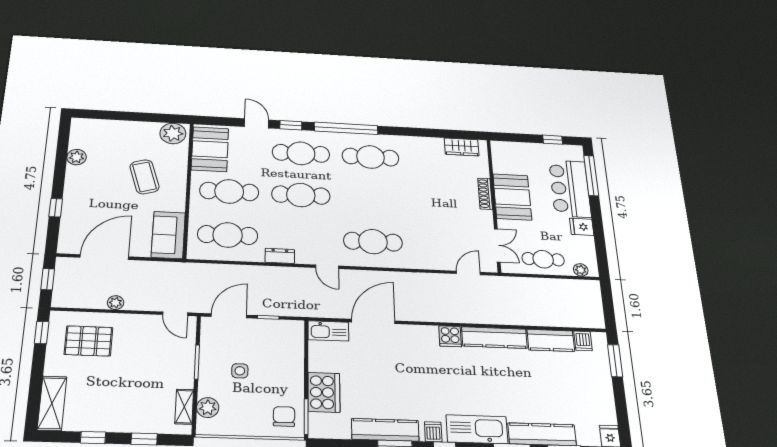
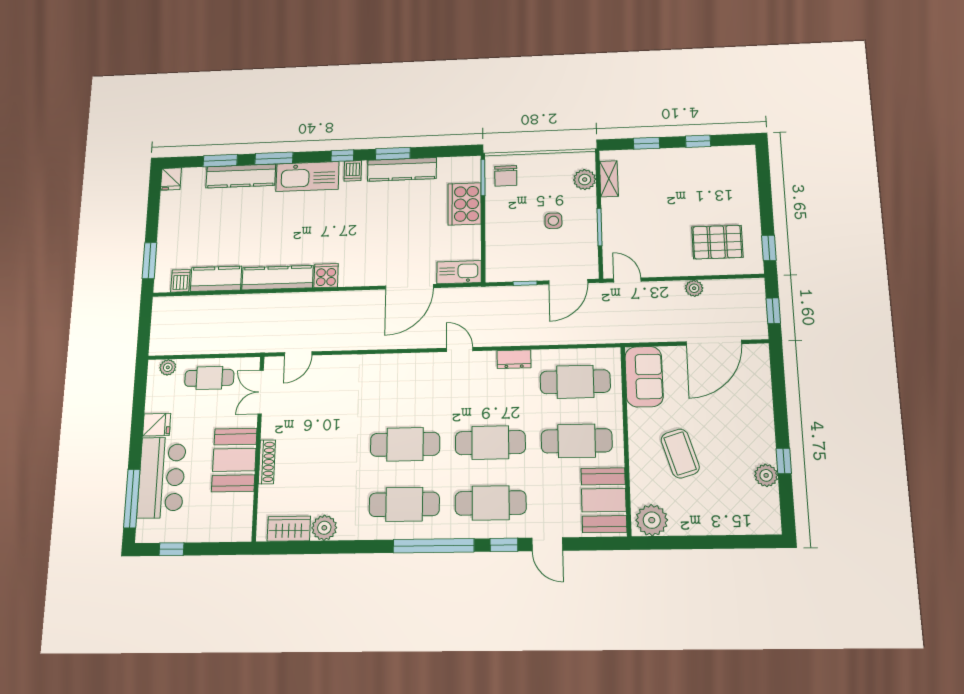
plant: (433, 146) -> (324, 528), added
window: (56, 208) -> (784, 461), moved
cafe table: (373, 242) -> (405, 444), moved
shelving: (52, 403) -> (745, 173), removed

